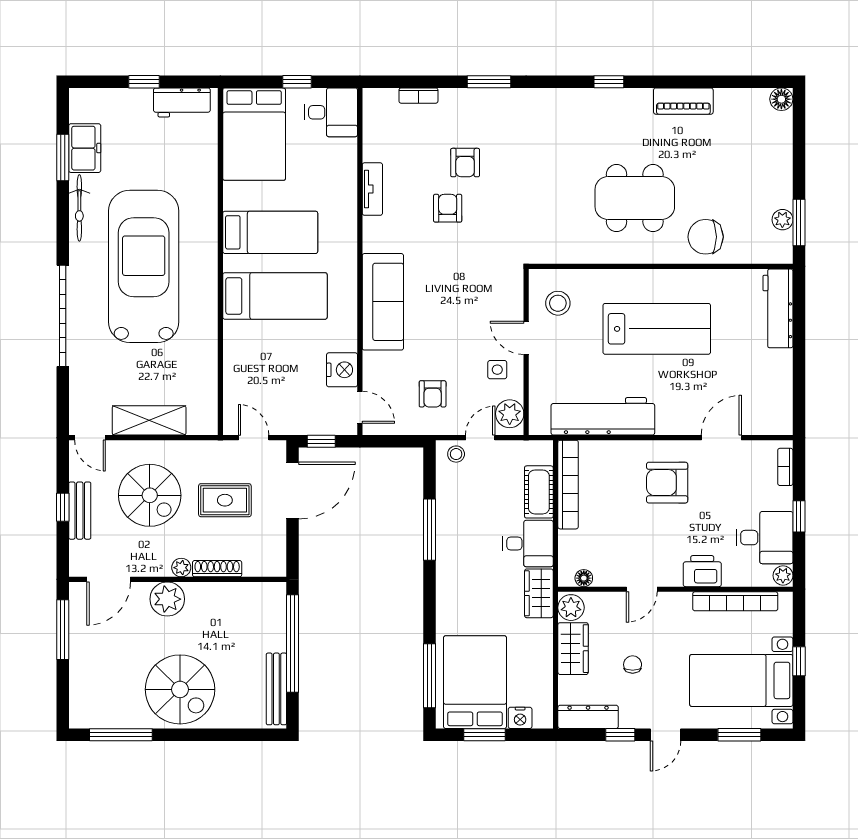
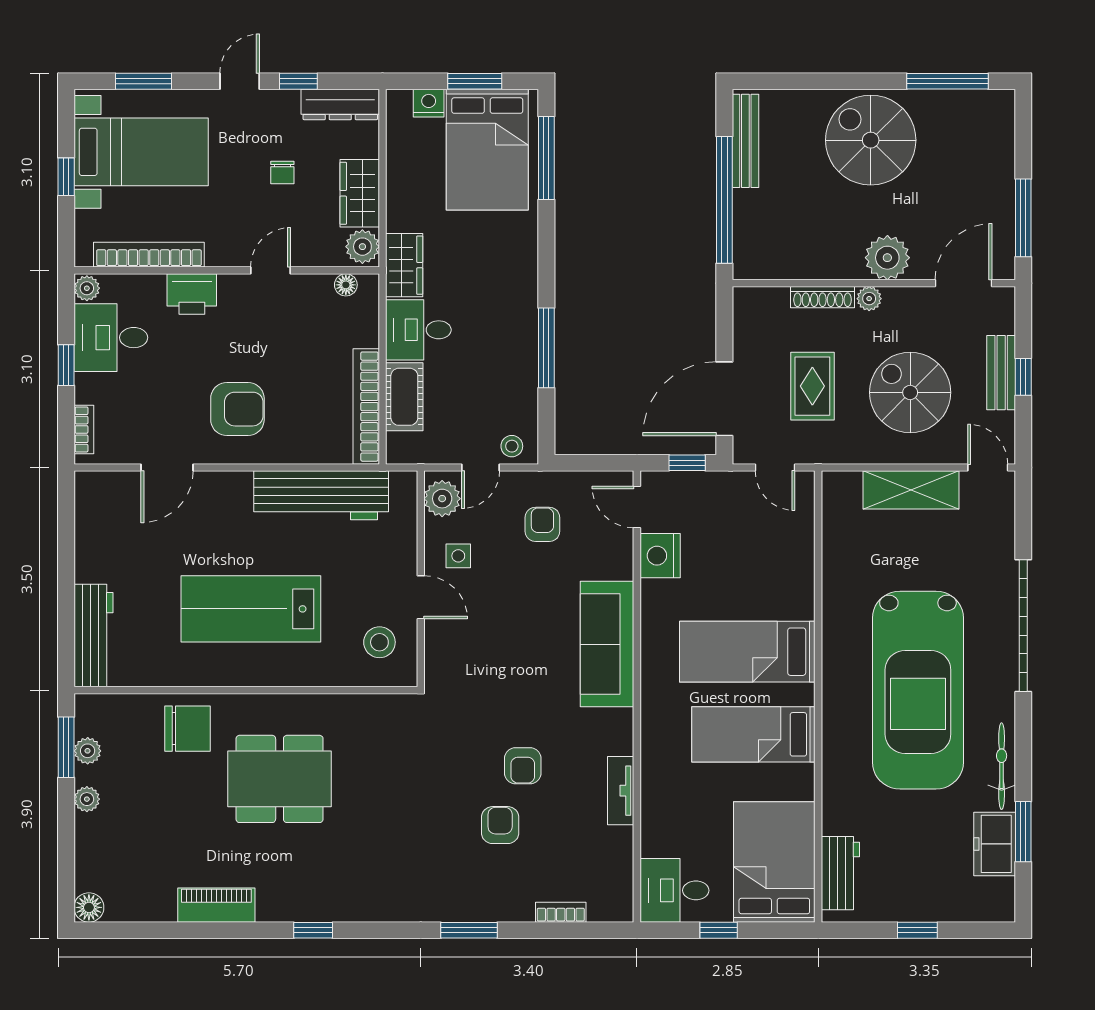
workbench: (182, 102) -> (840, 873), moved, turned 90
plant: (783, 183) -> (87, 799), added
rug: (225, 500) -> (812, 386), turned 90

